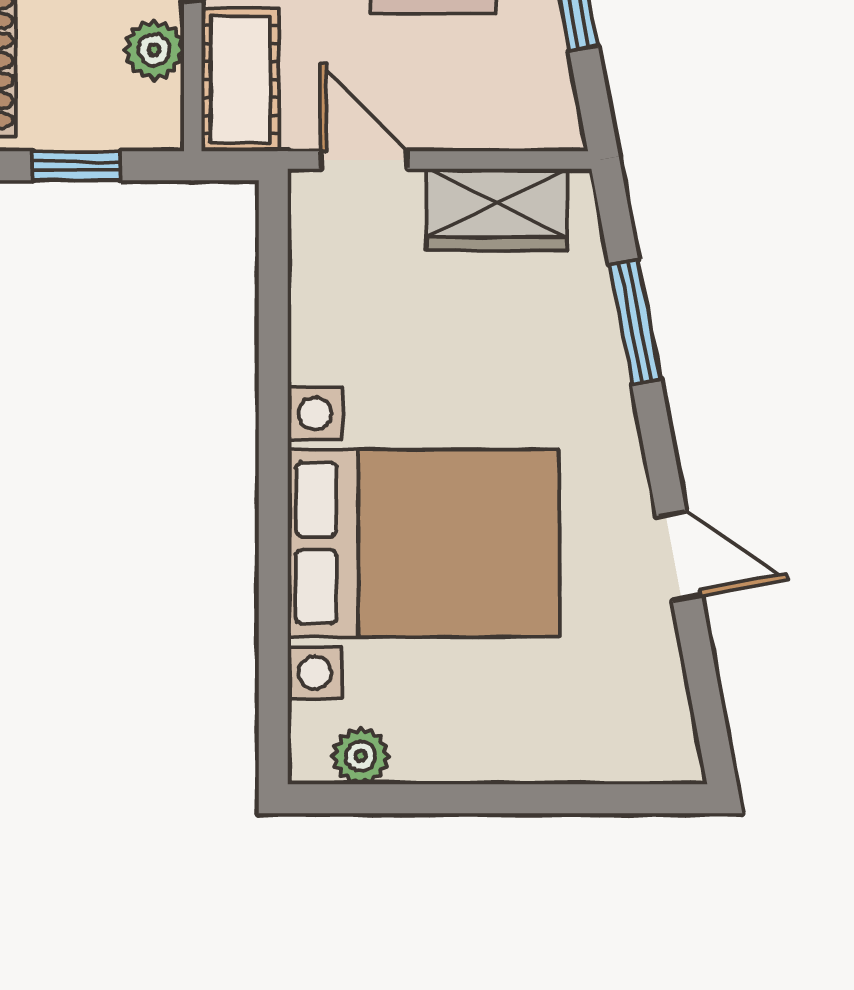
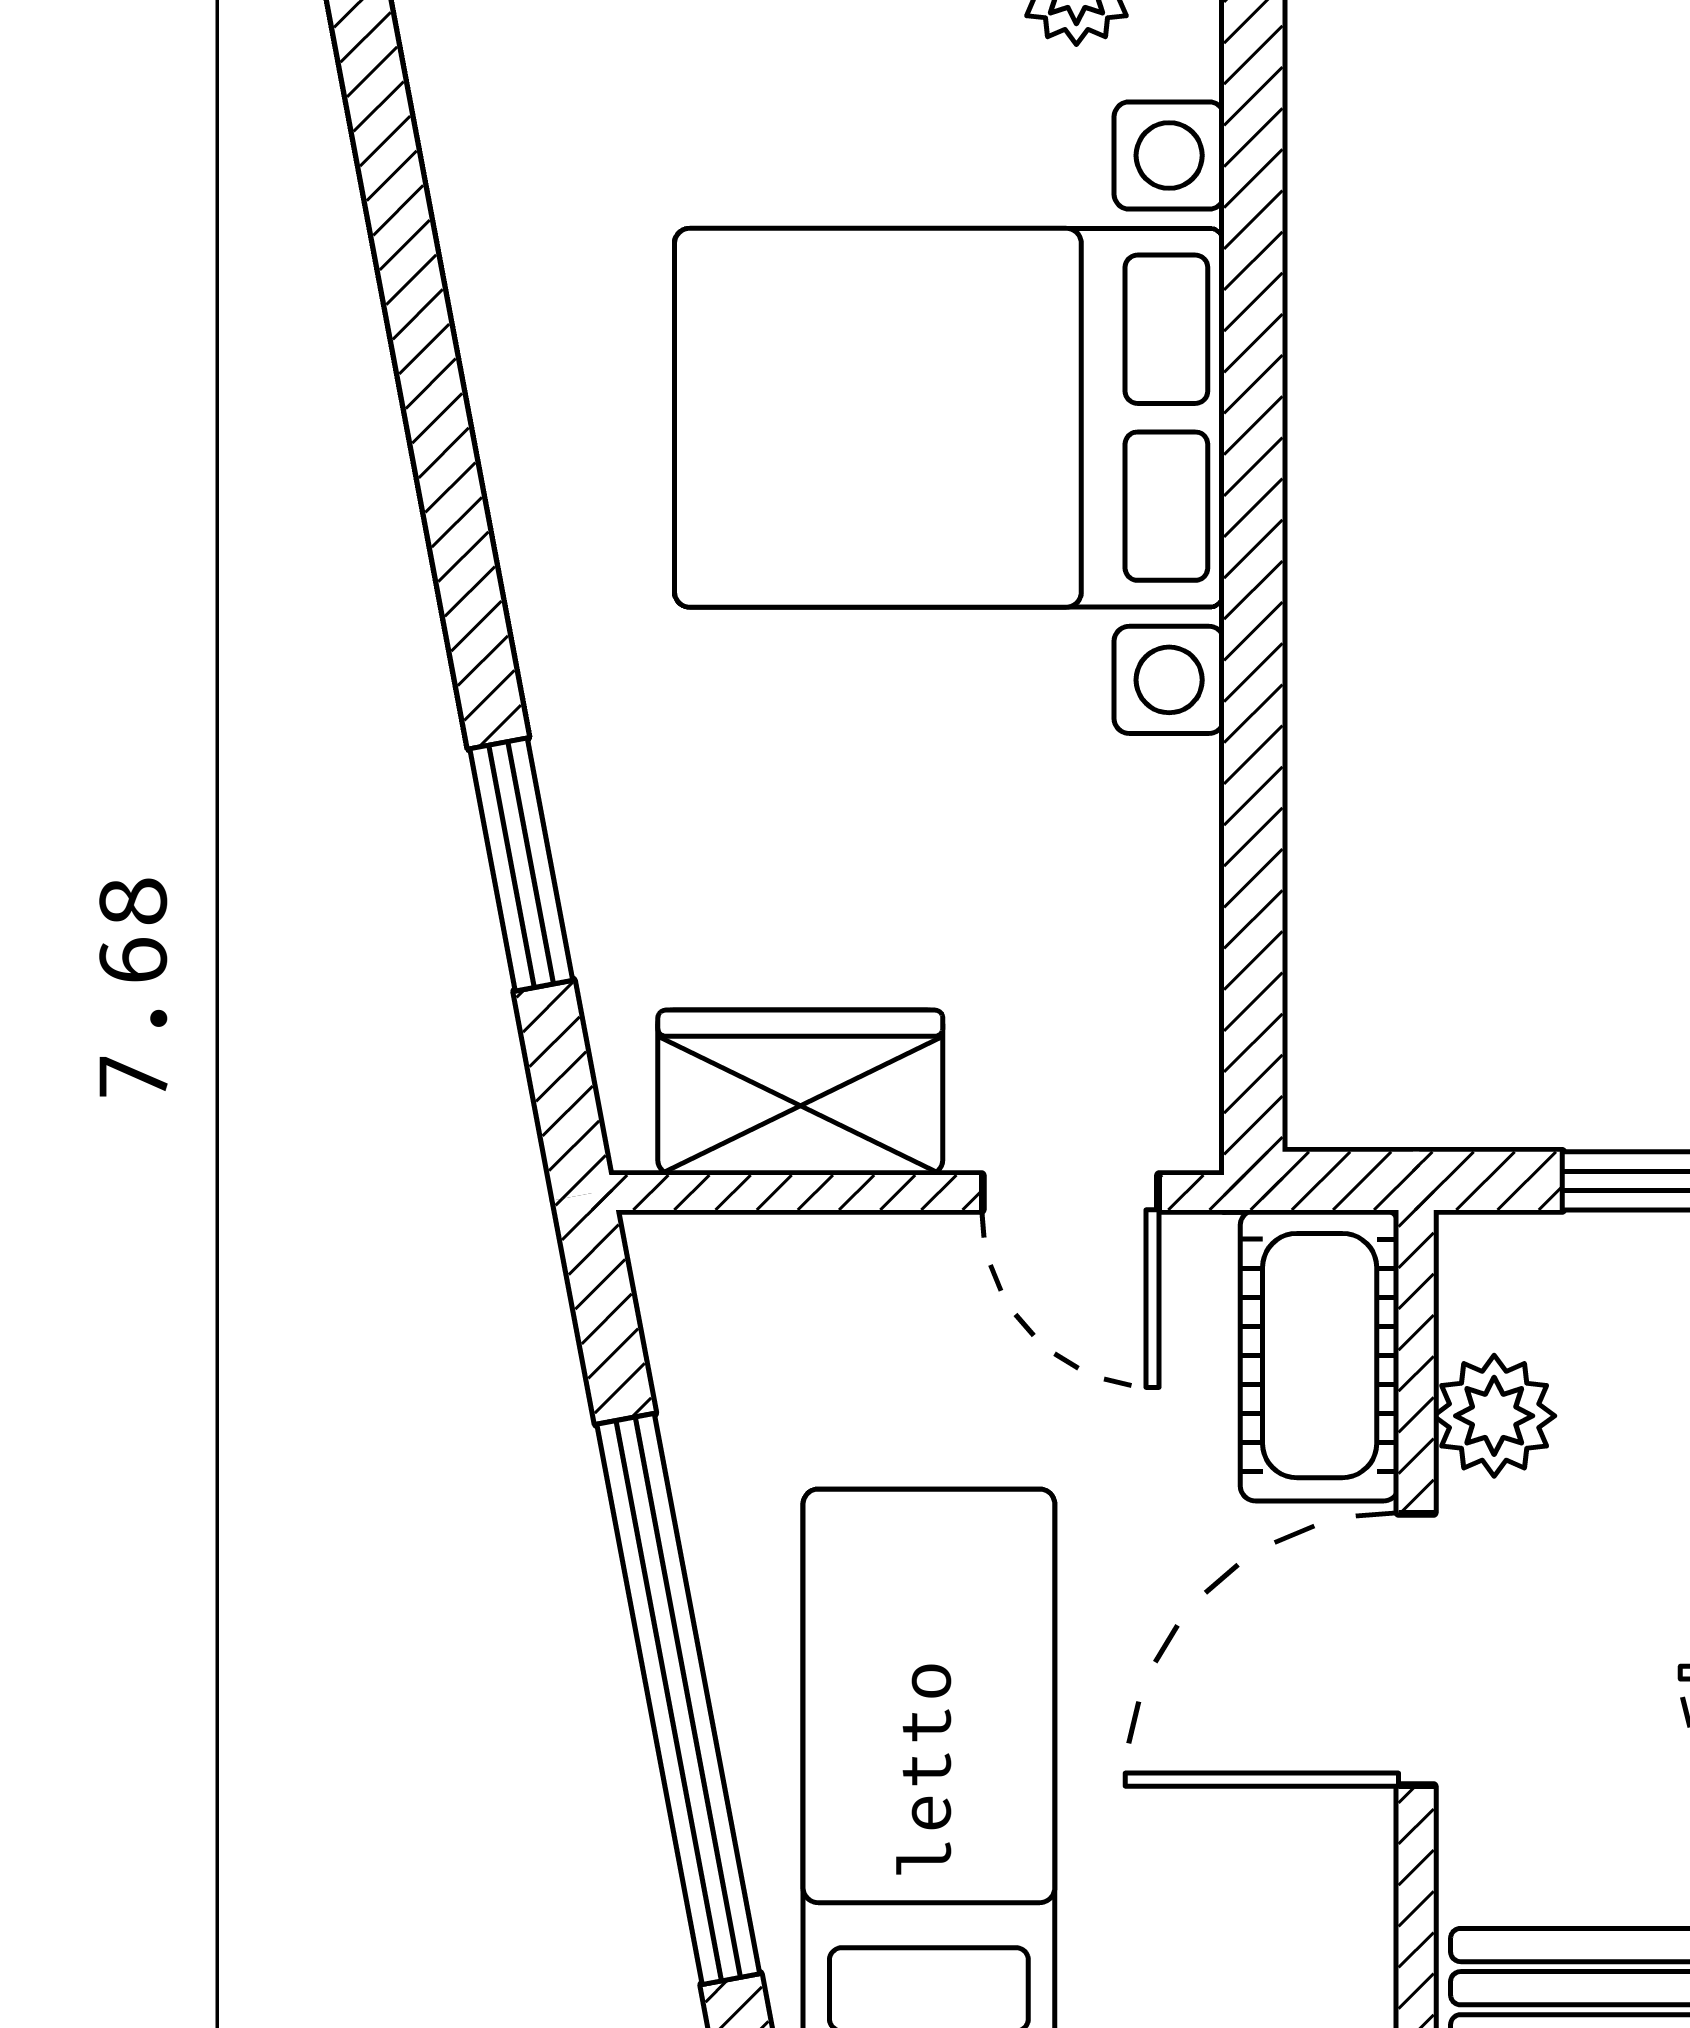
door: (679, 556) -> (432, 392), removed

